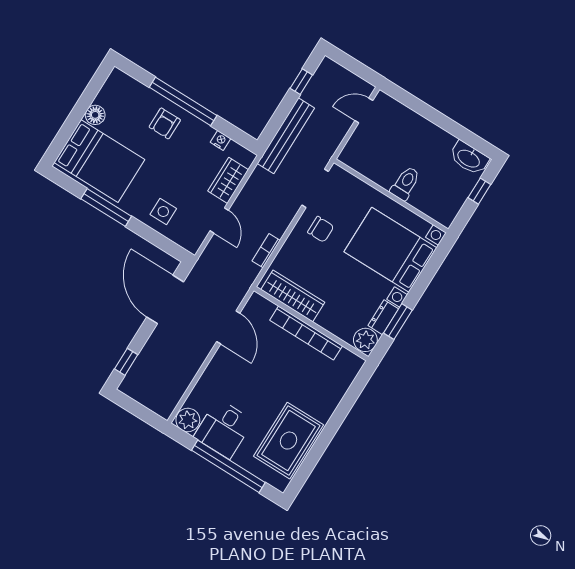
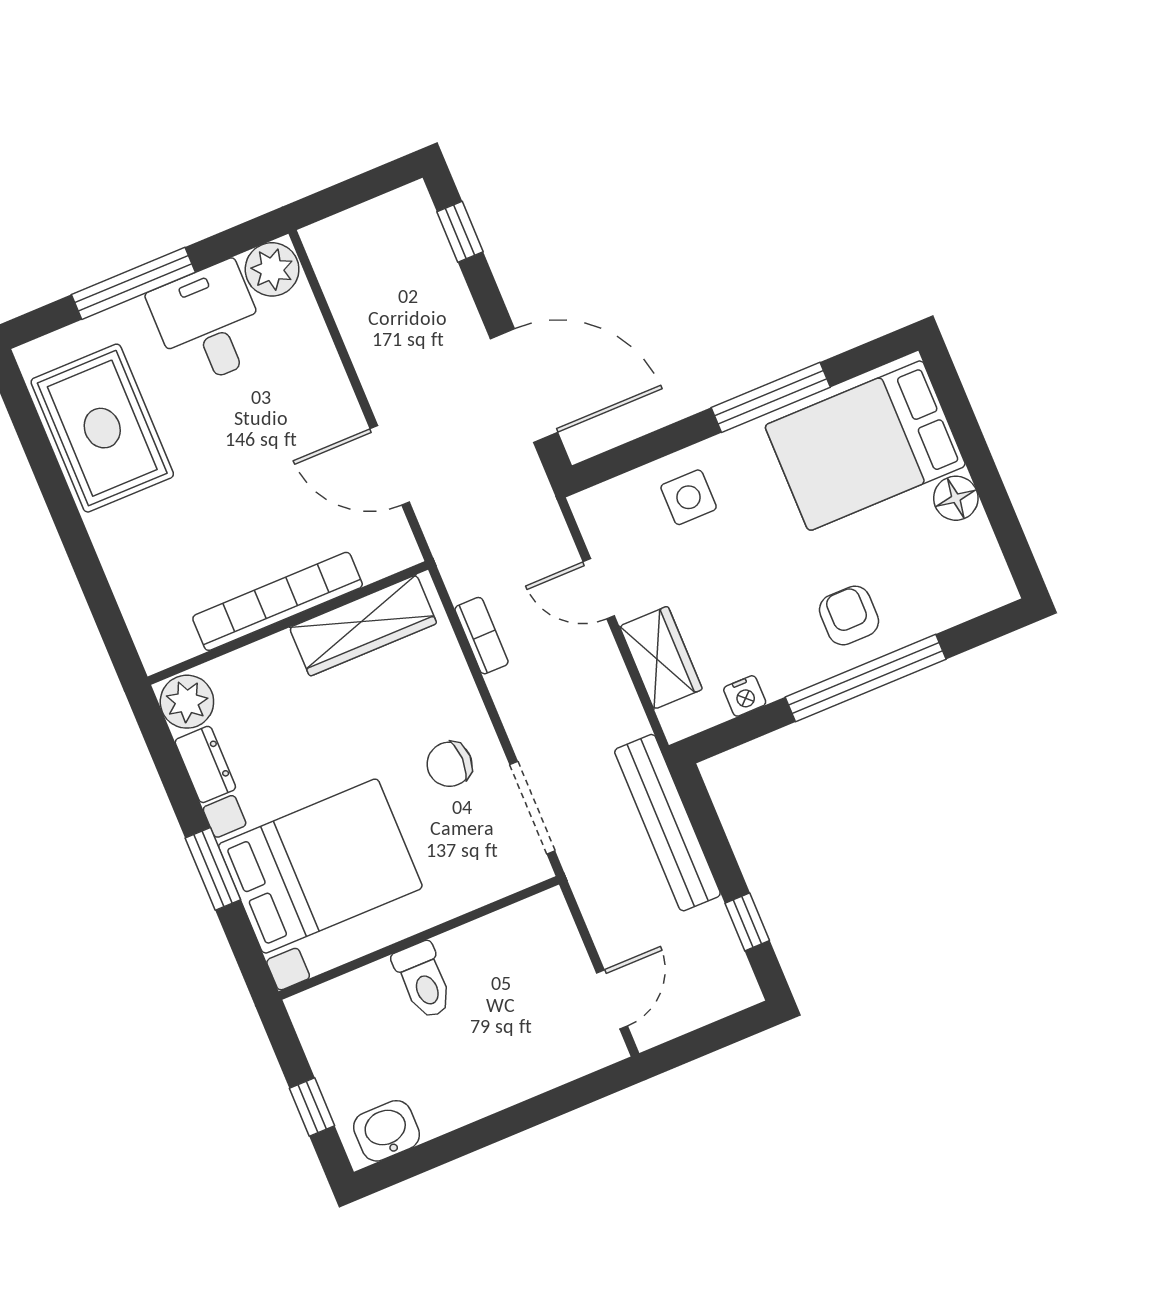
washbasin: (469, 158) -> (387, 1131), width x0.72
window: (398, 322) -> (213, 869), moved
window: (228, 466) -> (133, 283), width x0.68

